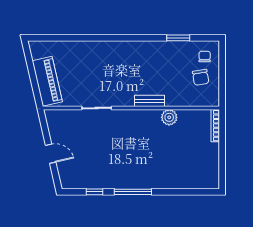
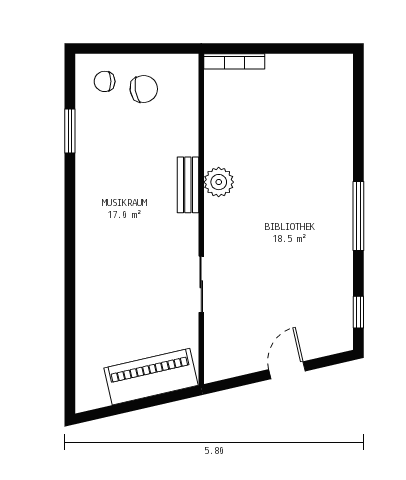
plant: (169, 117) -> (219, 182), moved
window: (95, 192) -> (358, 312), moved

